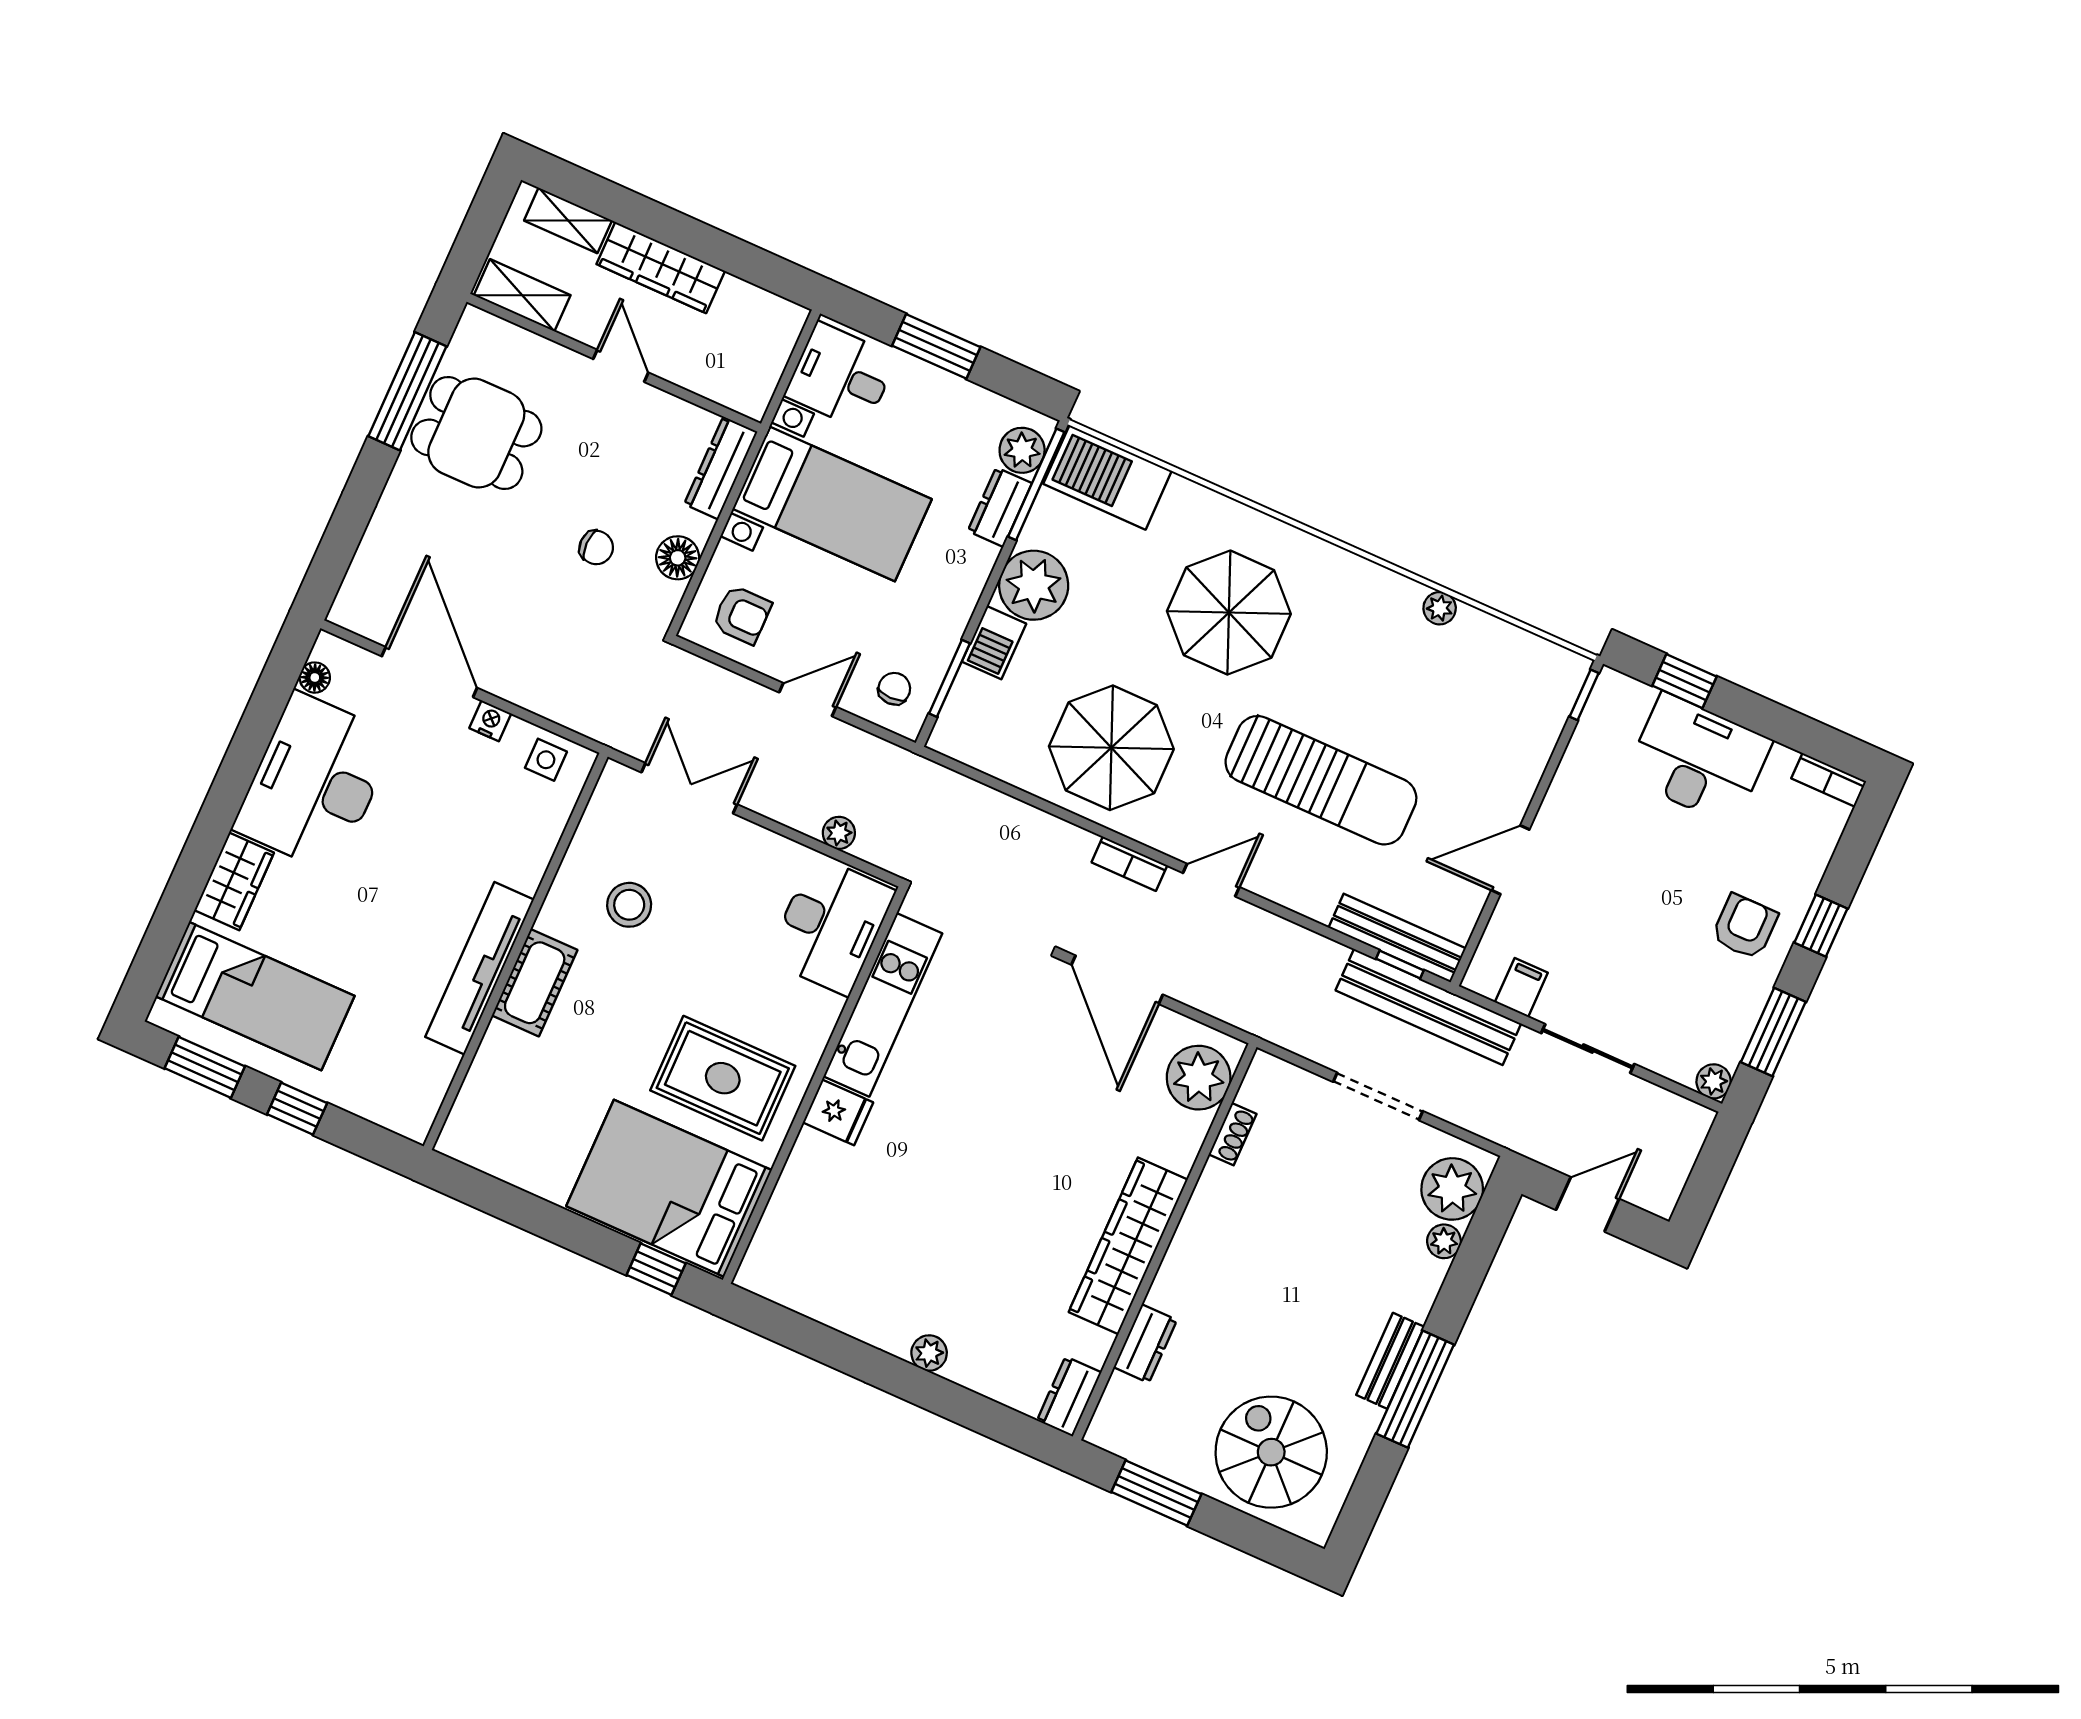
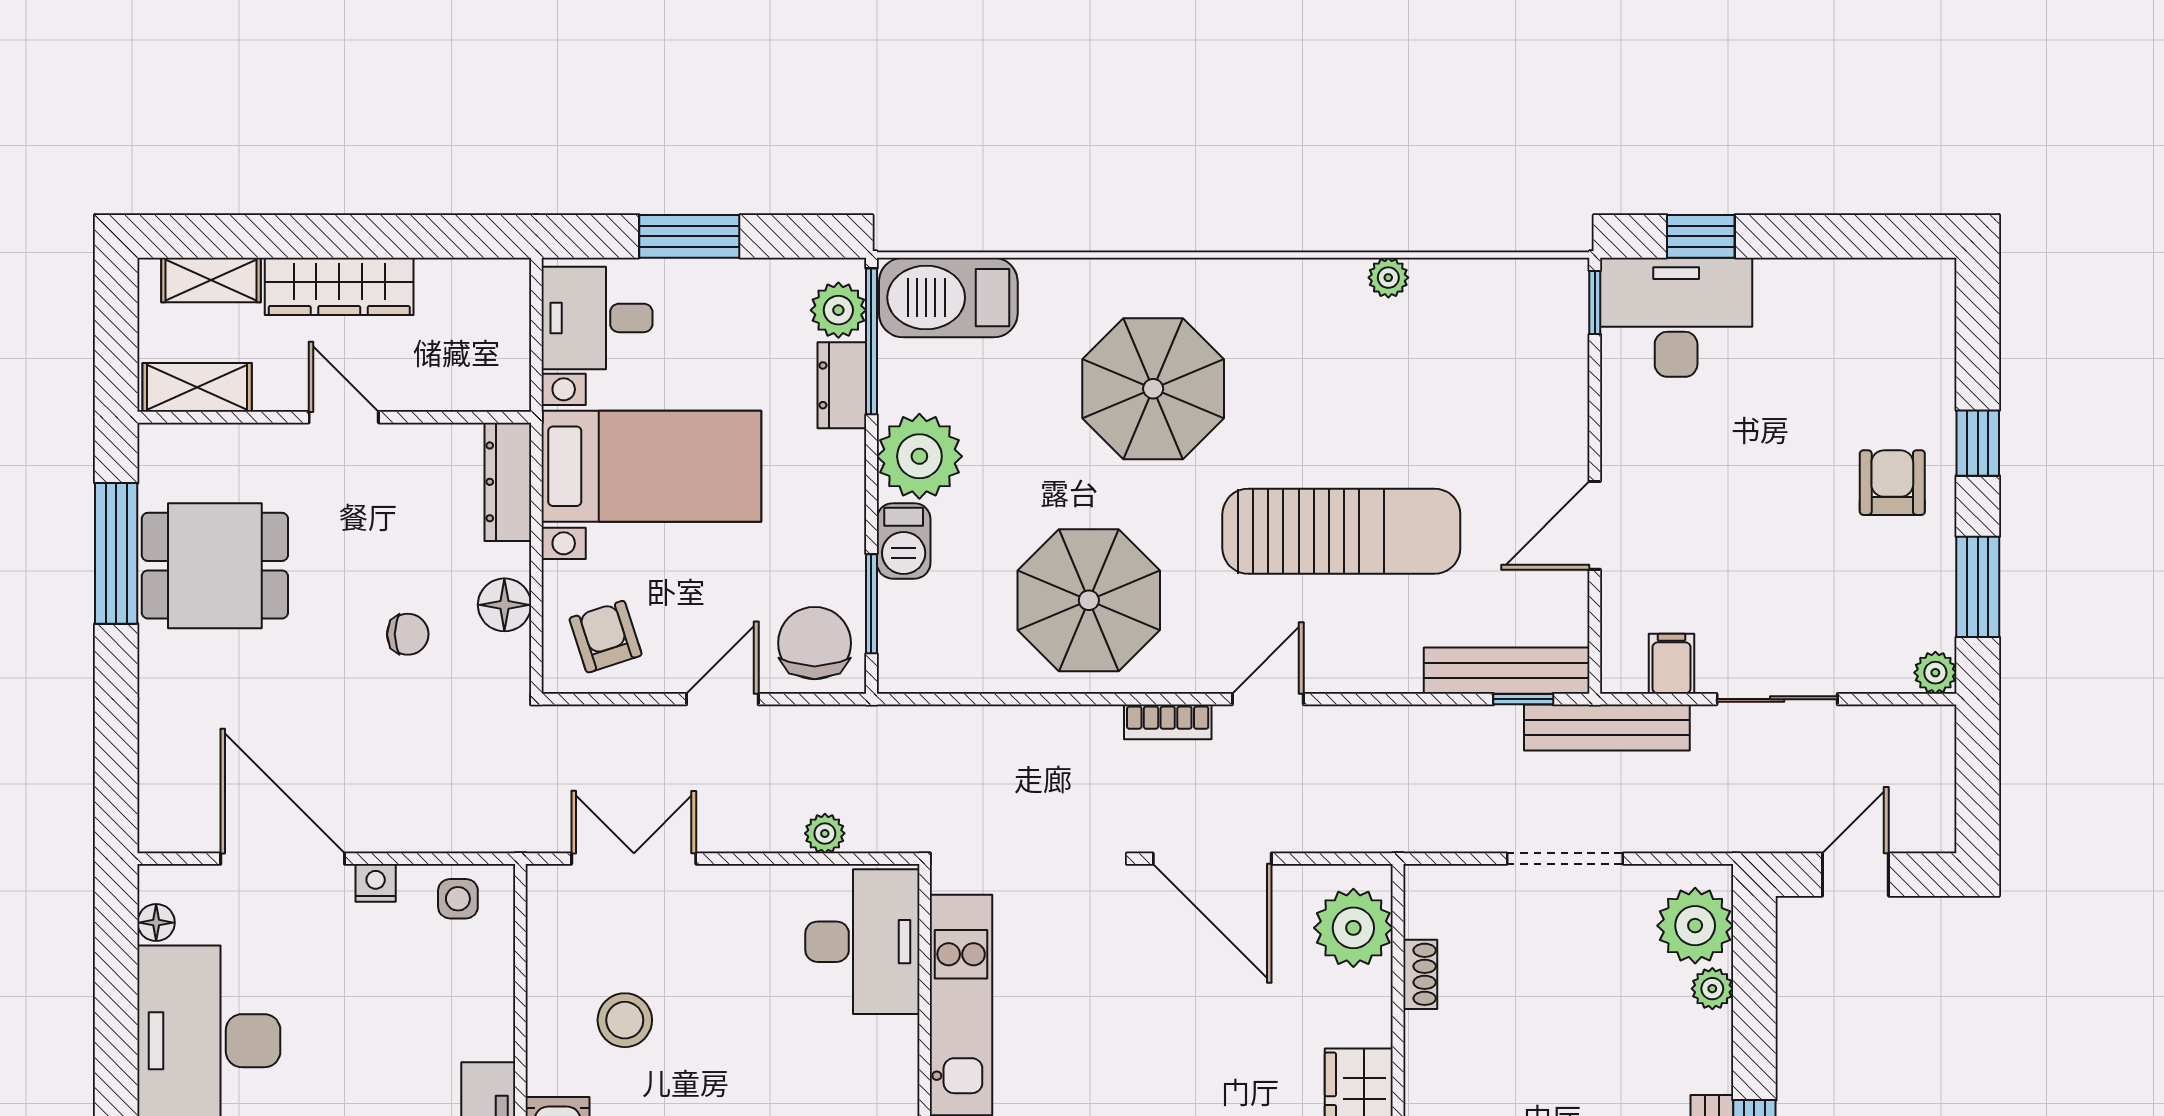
armchair: (742, 615) -> (606, 637), turned -108
chair: (894, 689) -> (815, 643), width x1.87, depth x1.87
desk: (1698, 759) -> (1676, 317), moved
bookcase: (1829, 780) -> (1913, 275), removed
bench: (1428, 1007) -> (1607, 728), width x0.73, depth x0.82

